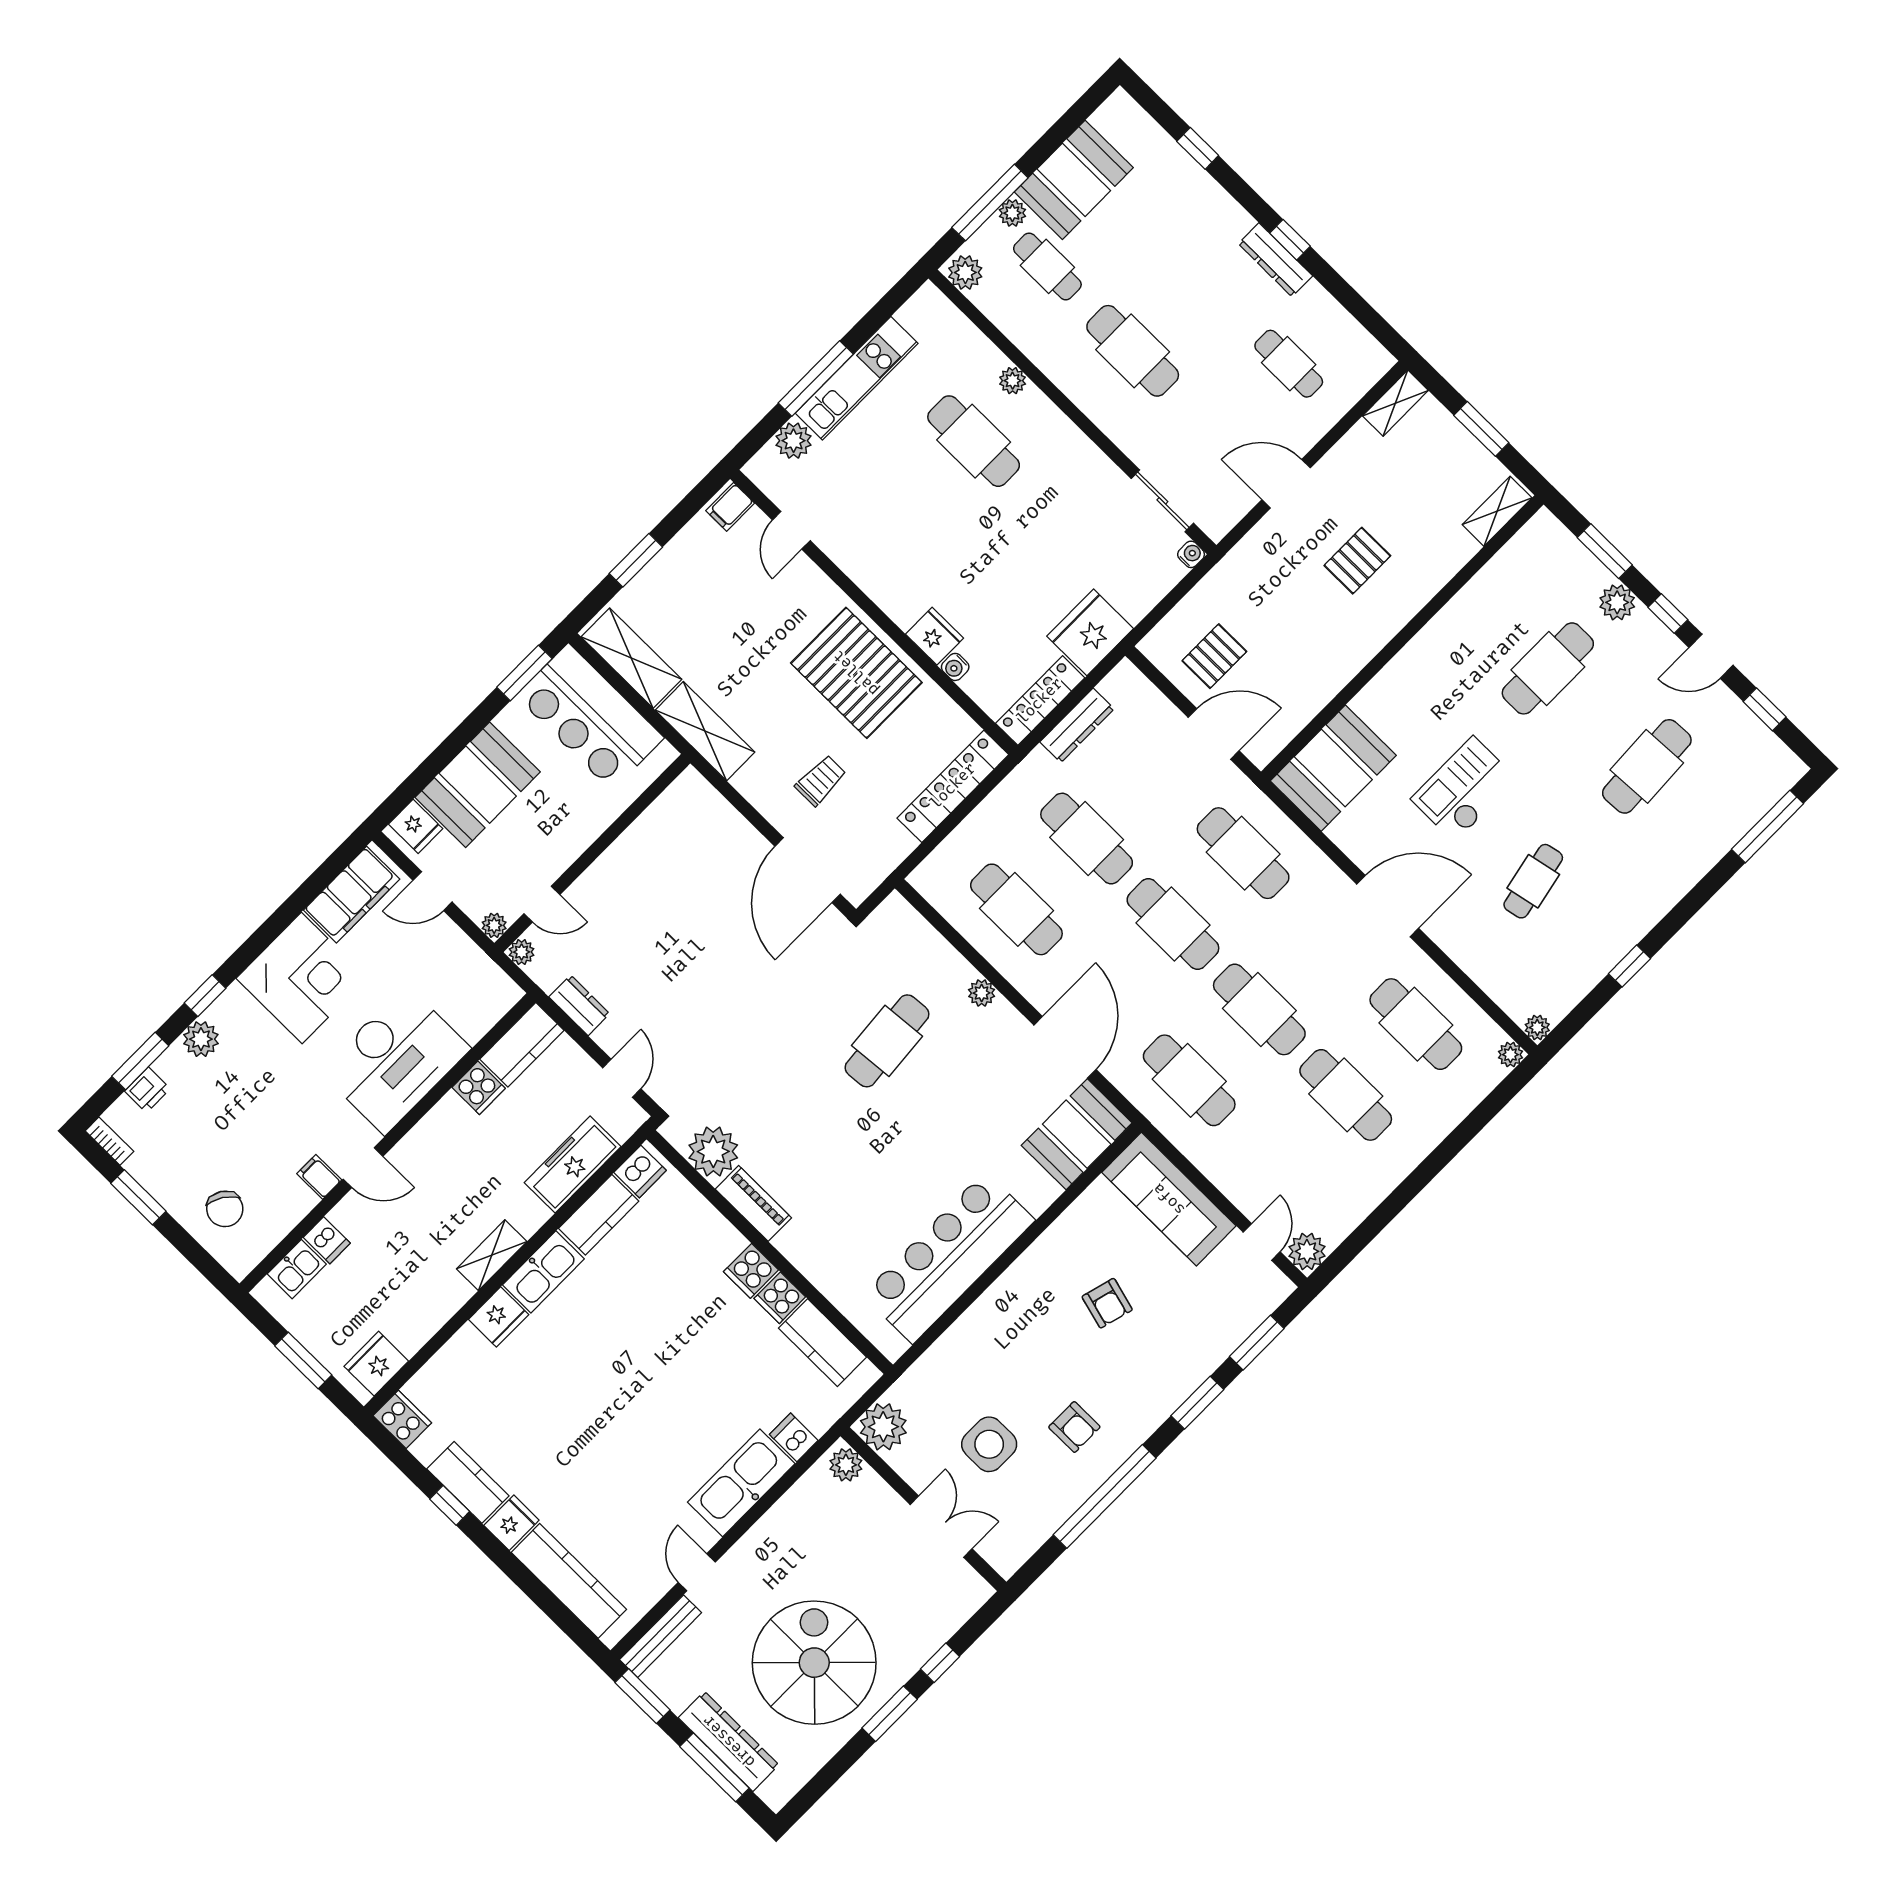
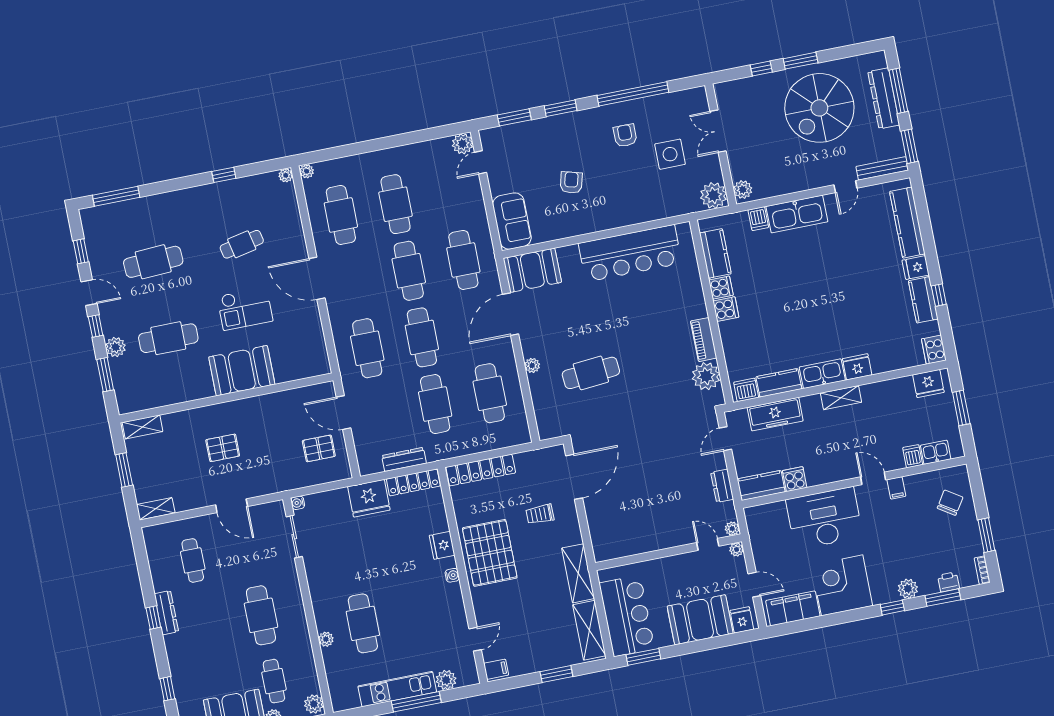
water cooler: (955, 667) -> (452, 575), moved
booth: (1333, 768) -> (242, 371), moved
sofa: (1169, 1199) -> (512, 221), width x0.73

